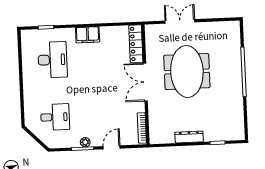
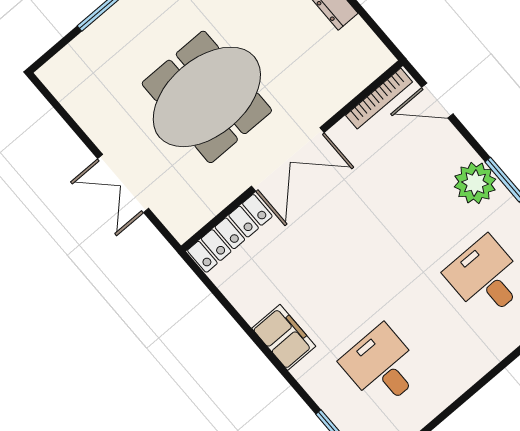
desk: (53, 60) -> (382, 366), width x0.73
plant: (85, 142) -> (475, 183), width x1.88, depth x1.88
door: (112, 147) -> (437, 101), moved

